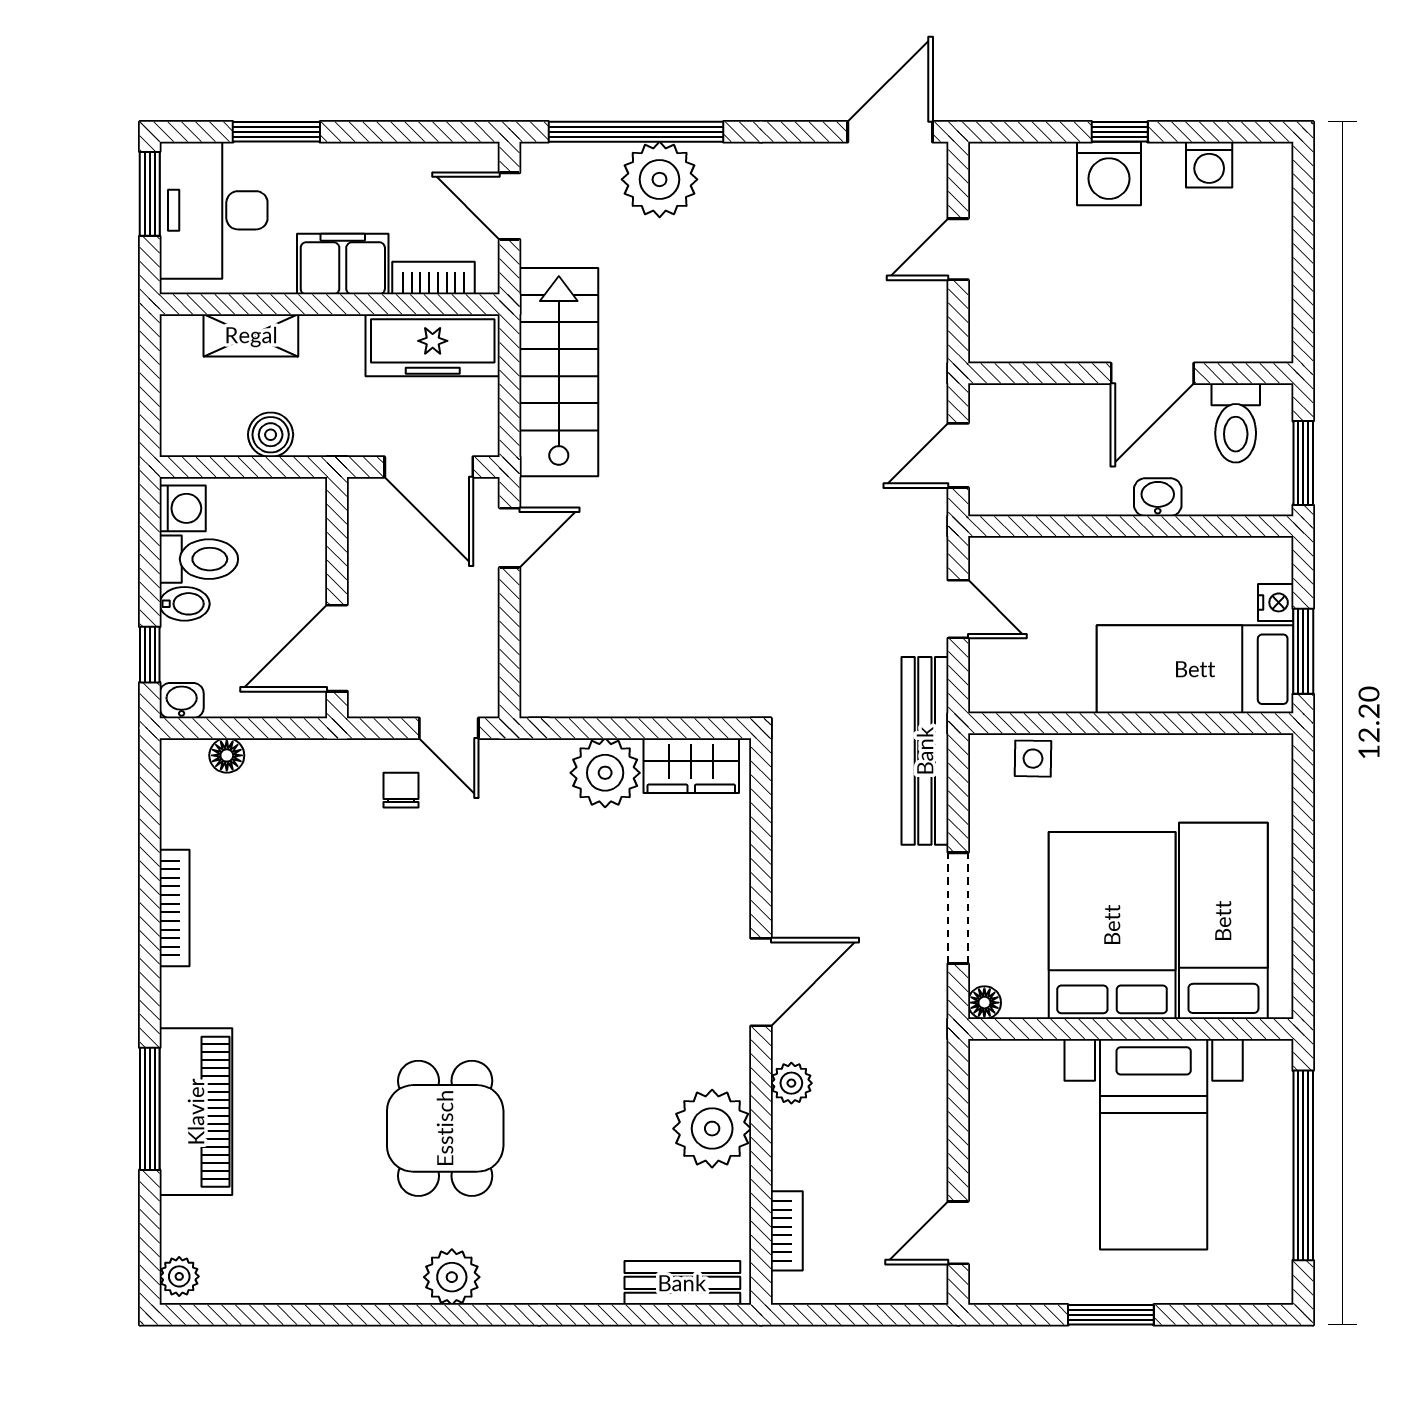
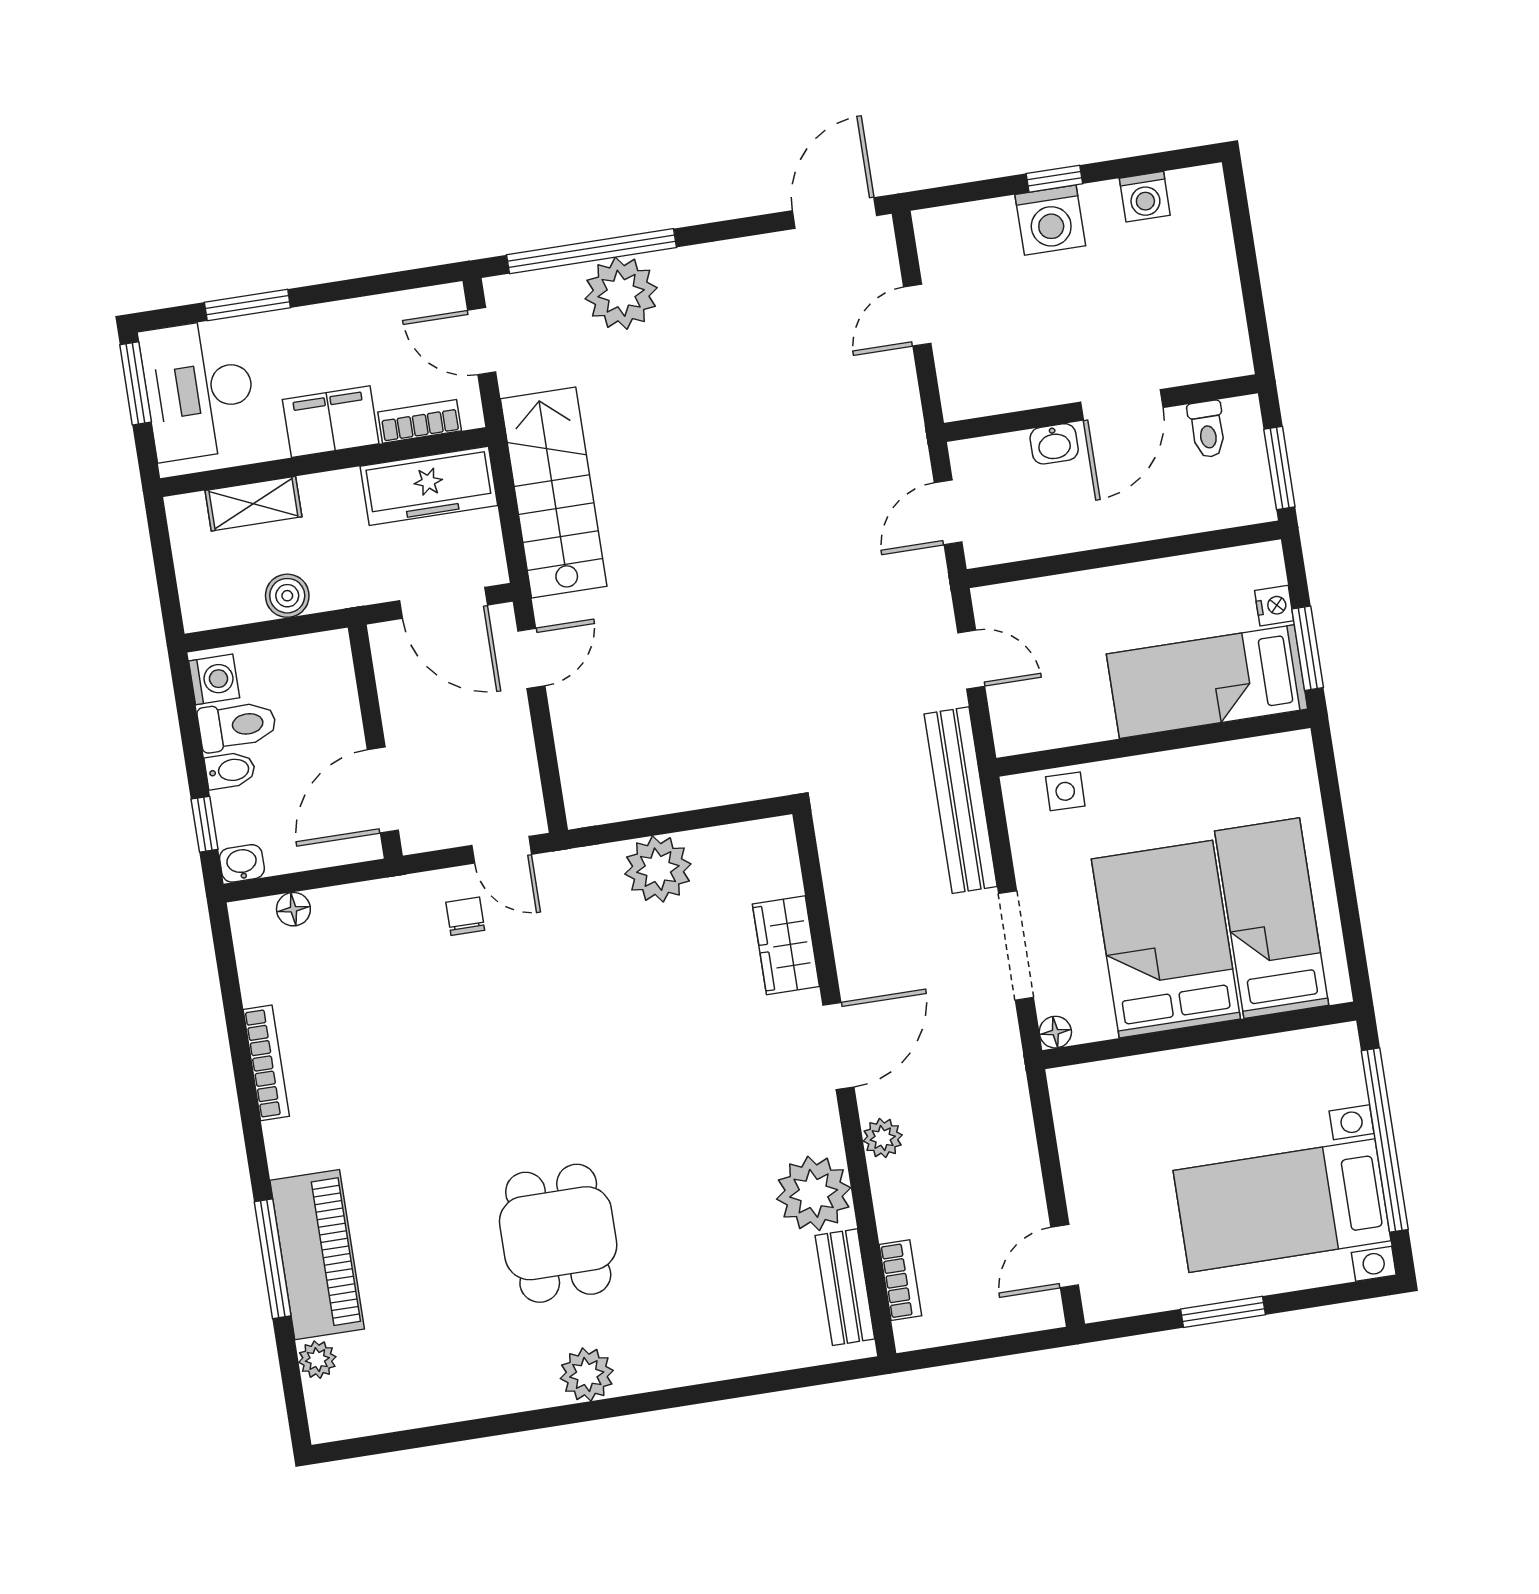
toilet: (1236, 423) -> (1207, 429), width x0.73, depth x0.72
washbasin: (1158, 497) -> (1054, 444), moved, turned 180
wardrobe: (691, 766) -> (786, 945), moved, turned 90
bed with nightstands: (1154, 1144) -> (1282, 1206), moved, turned 90
plant: (179, 1276) -> (317, 1360), moved
bench: (682, 1283) -> (845, 1287), moved, turned 90

